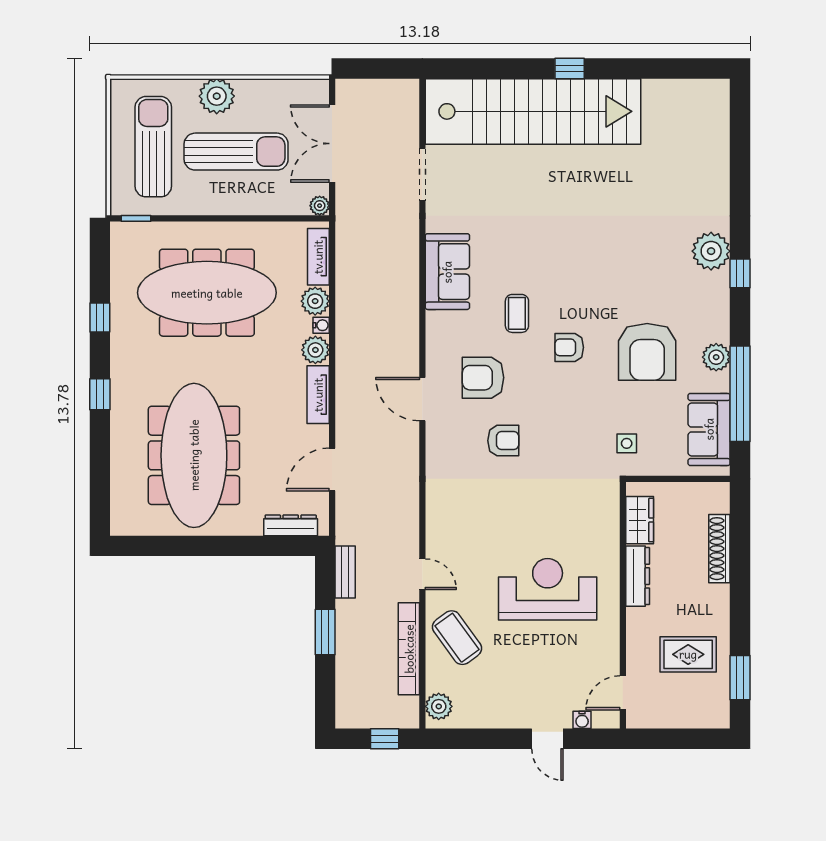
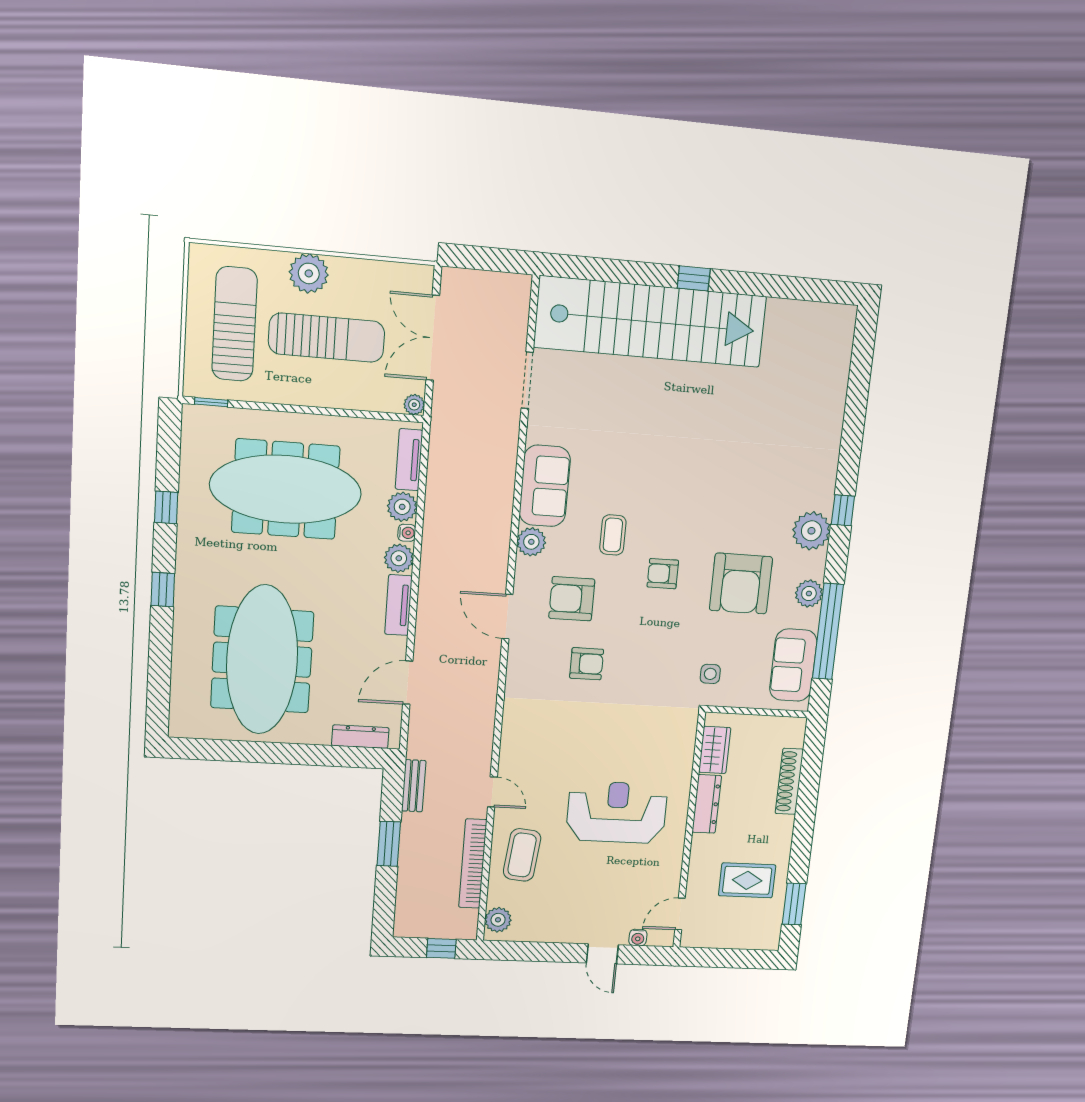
plant: (711, 251) -> (811, 531), moved
plant: (439, 325) -> (531, 542), added
coffee table: (457, 638) -> (522, 855), turned 42

